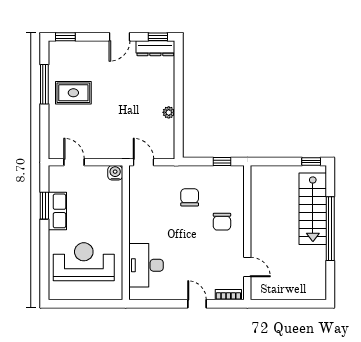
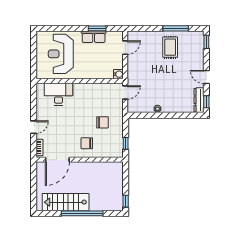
stairs: (313, 209) -> (66, 202), moved
reception desk: (84, 262) -> (61, 54), turned 180
door: (247, 267) -> (57, 160), width x1.88

